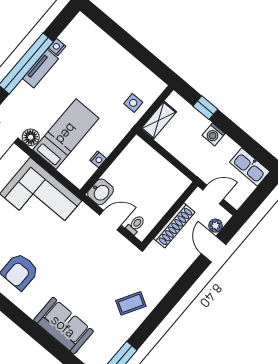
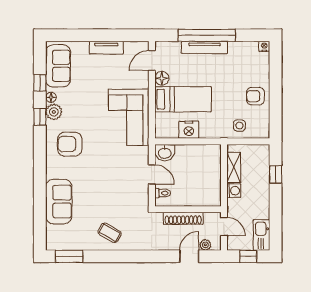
nightstand: (57, 47) -> (264, 46), moved
armchair: (119, 66) -> (255, 96), added
tv unit: (41, 69) -> (205, 47), width x1.41
shelving: (159, 120) -> (234, 167), moved, turned 90
washing machine: (214, 134) -> (234, 191), moved, turned 180
nightstand: (98, 159) -> (189, 130), width x1.89, depth x1.79
window: (259, 195) -> (248, 256), added

